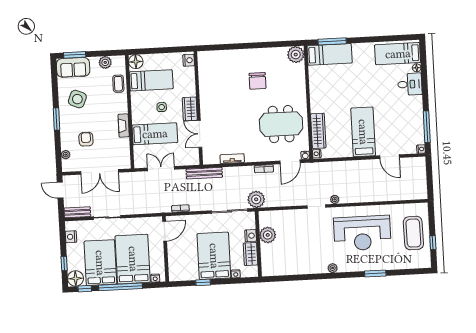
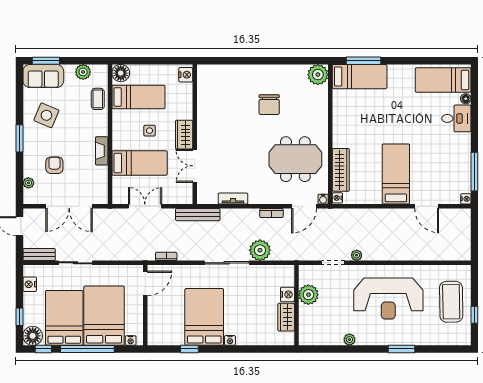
plant: (268, 235) -> (308, 295), moved
nightstand: (251, 236) -> (287, 294), moved
wall: (258, 244) -> (296, 305), moved
wardrobe: (250, 254) -> (286, 317), moved

